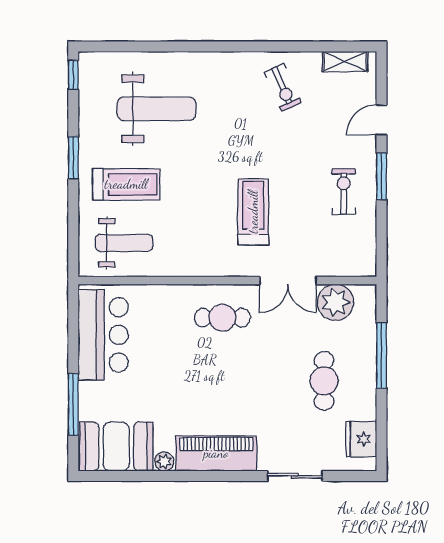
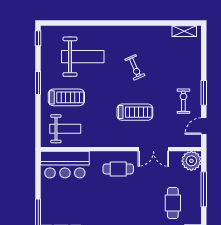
exercise bike: (283, 87) -> (135, 67), moved
door: (381, 120) -> (204, 126), moved
treadmill: (253, 212) -> (135, 112), turned 90
plant: (335, 302) -> (191, 161), moved
bar counter: (103, 335) -> (65, 165), moved, turned 90

